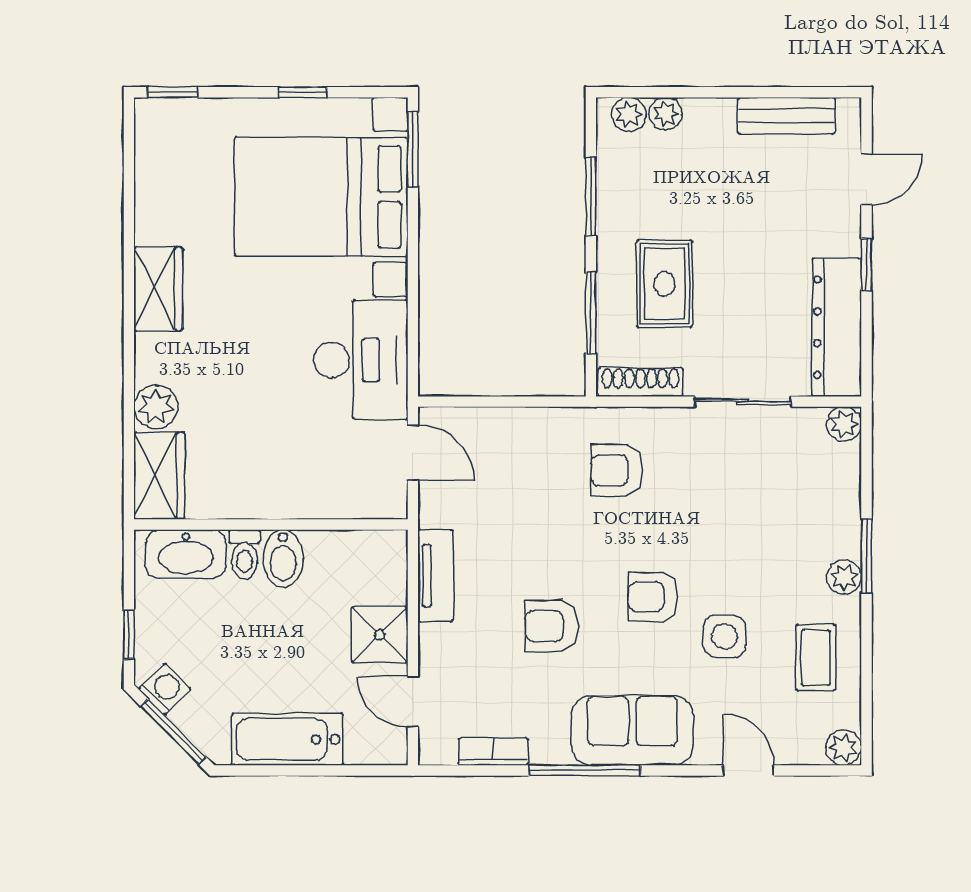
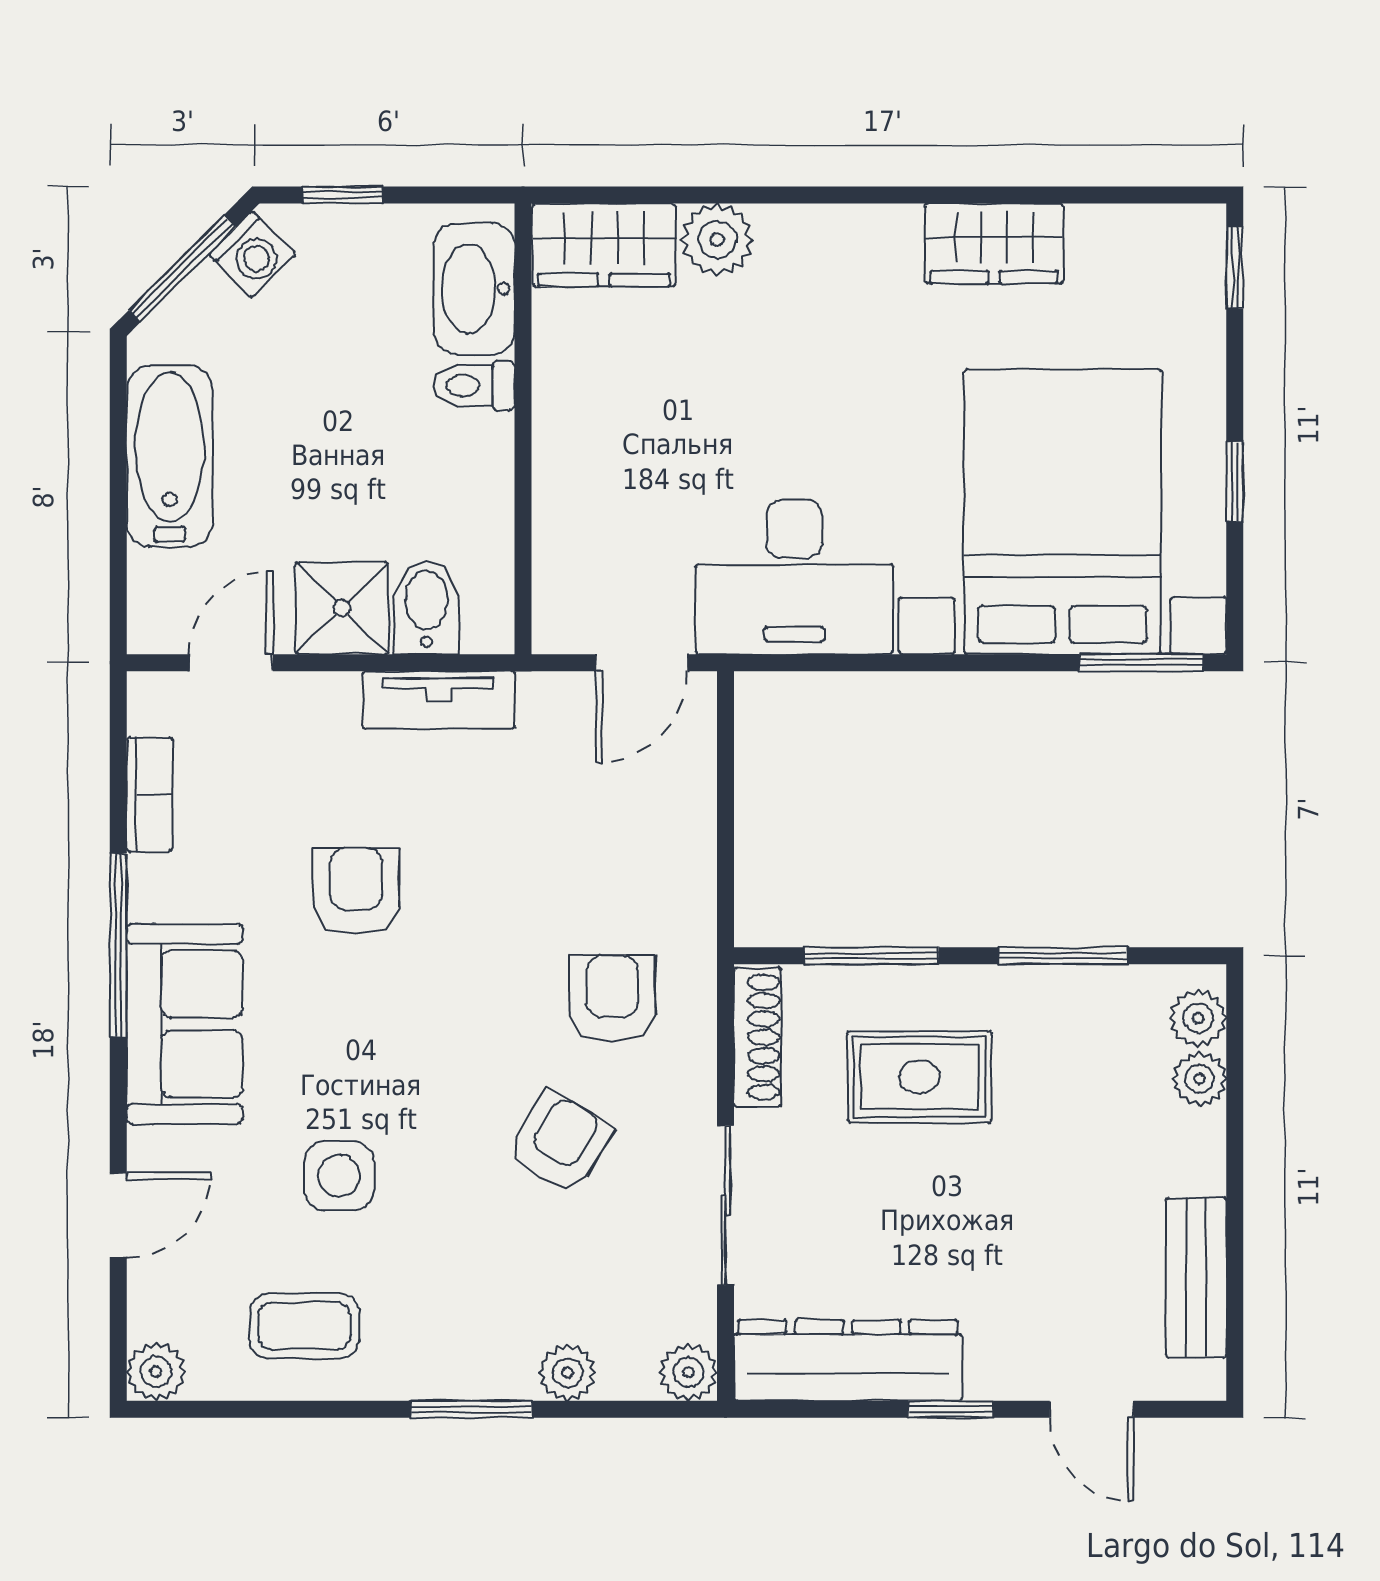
wardrobe: (158, 289) -> (994, 244), moved
bidet: (283, 558) -> (426, 607), moved, turned 90
plant: (844, 577) -> (567, 1373), moved
armchair: (653, 597) -> (560, 1143), moved, turned 31

